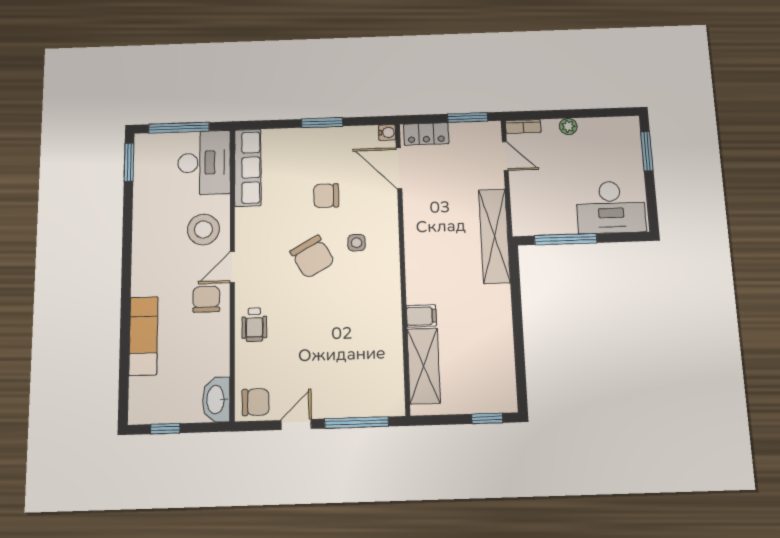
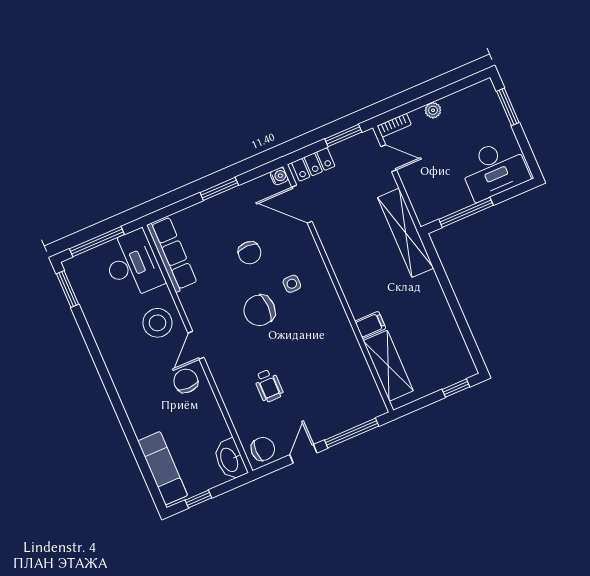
chair: (326, 196) -> (250, 253), turned -90
chair: (312, 257) -> (259, 310), turned 119
wheelchair: (254, 325) -> (269, 386), moved
exam couch: (143, 336) -> (163, 468), moved

